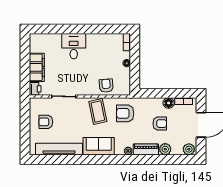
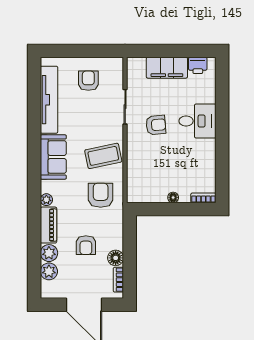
armchair: (106, 86) -> (156, 125), moved
printer: (35, 89) -> (198, 65), moved
plant: (189, 149) -> (49, 271), moved

